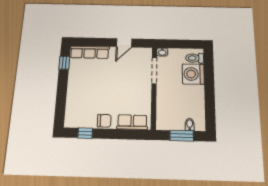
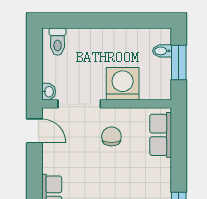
door: (124, 43) -> (34, 131), moved
washing machine: (193, 74) -> (123, 84), moved, turned 180
chair: (104, 121) -> (111, 136), moved

